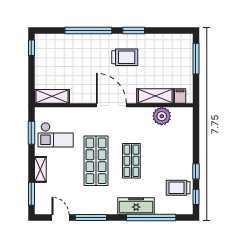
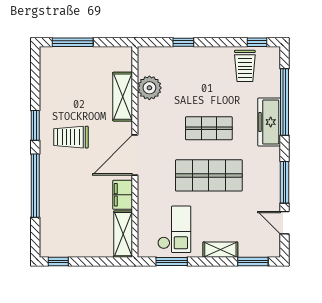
trolley: (125, 57) -> (71, 137), turned -90
filing cabinet: (180, 96) -> (123, 195), moved, width x2.00
window: (196, 171) -> (183, 42), moved
door: (61, 217) -> (284, 223), hinge flipped

